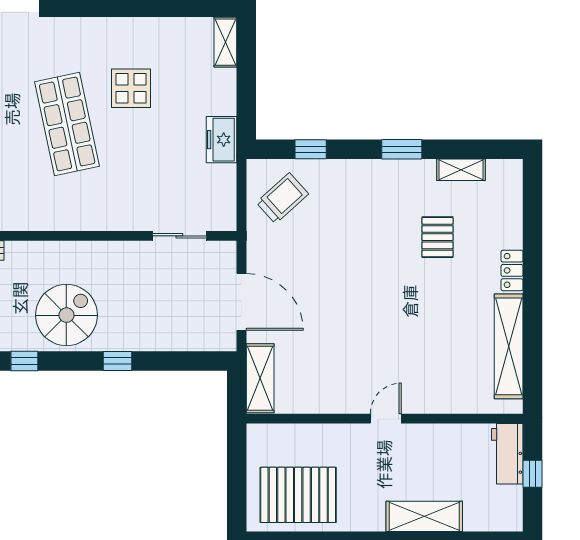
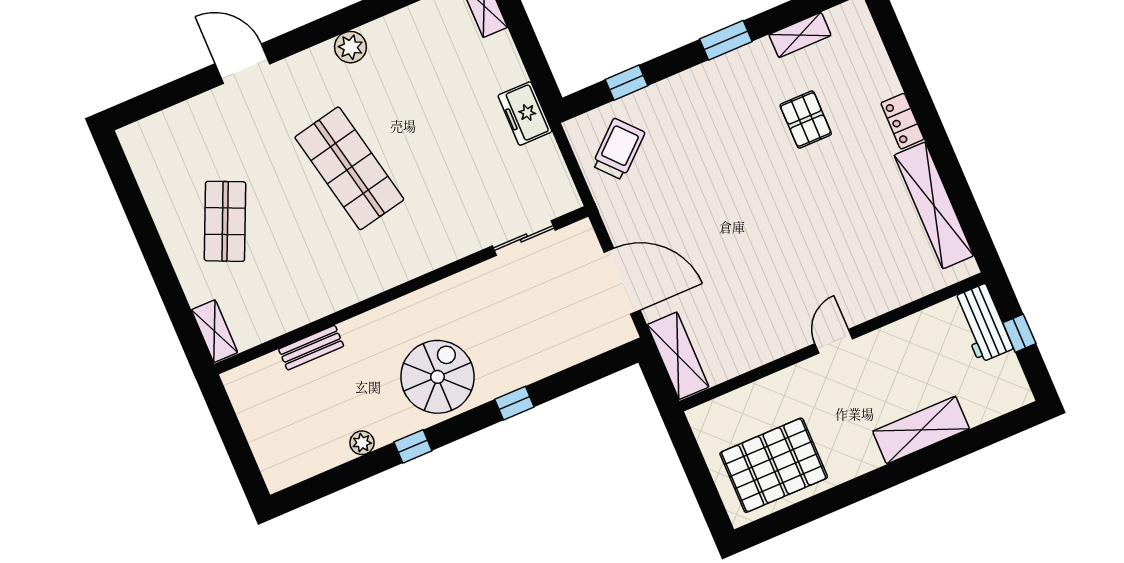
plant: (108, 30) -> (350, 47), added
display table: (131, 88) -> (402, 100), removed

